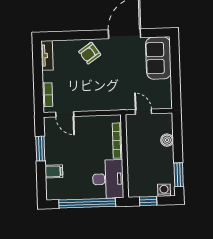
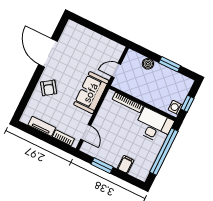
tv unit: (47, 55) -> (42, 126), moved
sofa: (158, 58) -> (91, 93), moved, turned 90
door: (65, 114) -> (86, 132), hinge flipped
window: (179, 175) -> (170, 64), moved
washing machine: (164, 190) -> (175, 107), moved

